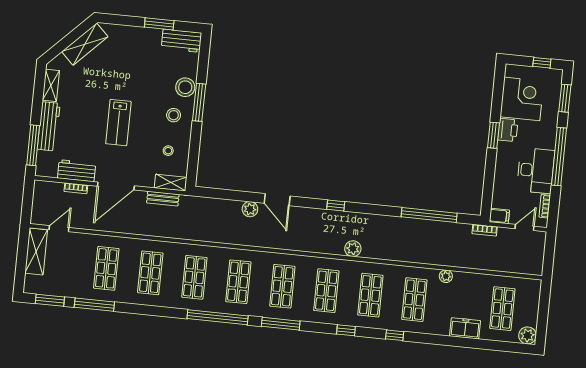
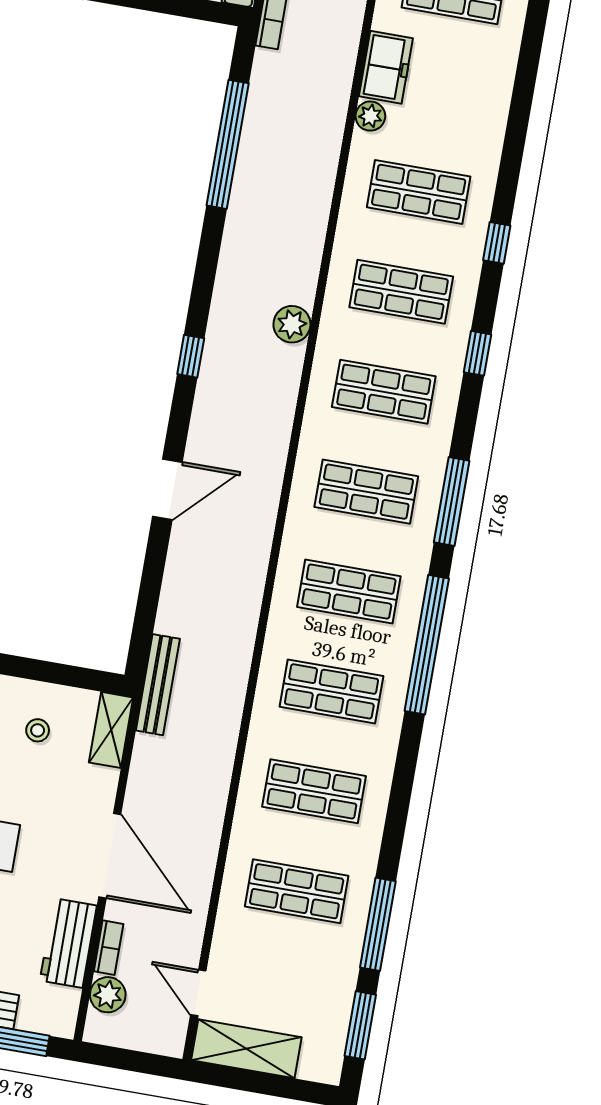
bench: (163, 199) -> (158, 685), moved, width x1.36
plant: (250, 209) -> (108, 995), moved
freezer: (465, 328) -> (386, 67), moved, turned 180

